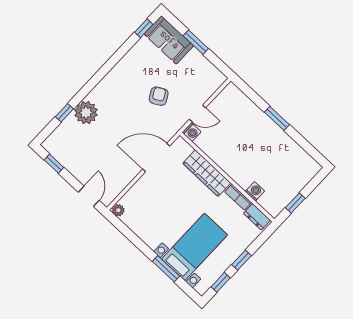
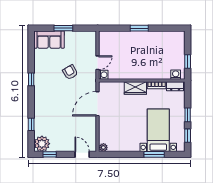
window: (144, 28) -> (31, 79), moved
plant: (86, 113) -> (42, 144), moved
wardrobe: (207, 173) -> (135, 88), width x0.67
washing machine: (255, 191) -> (176, 75), moved

